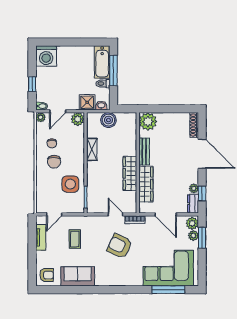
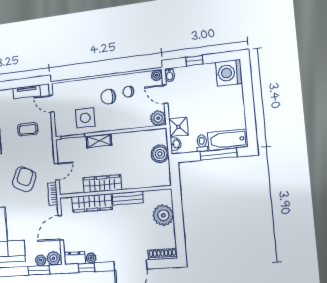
plant: (148, 121) -> (163, 215), moved
shelving: (92, 149) -> (99, 141), moved

